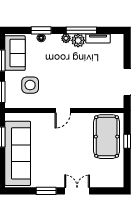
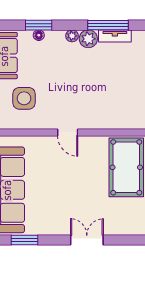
window: (81, 30) -> (108, 25), moved
door: (63, 111) -> (68, 133), hinge flipped
window: (46, 191) -> (25, 240), moved

